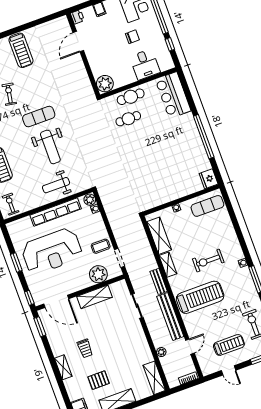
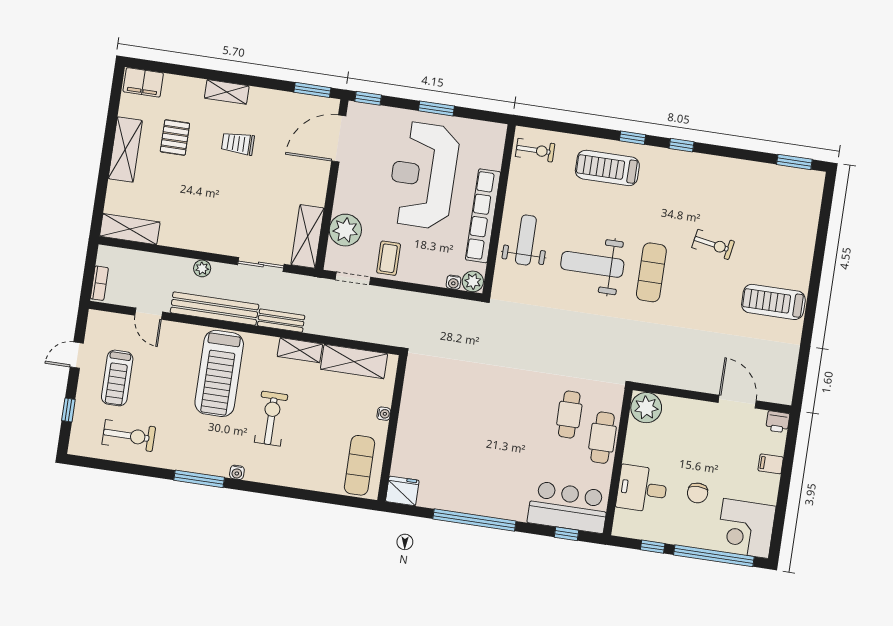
window: (186, 89) -> (566, 534), added
shelving: (94, 297) -> (308, 236), moved
plant: (161, 352) -> (202, 268), moved

